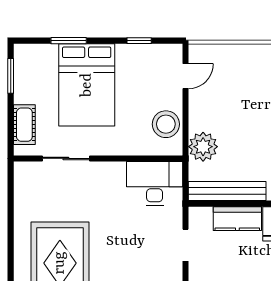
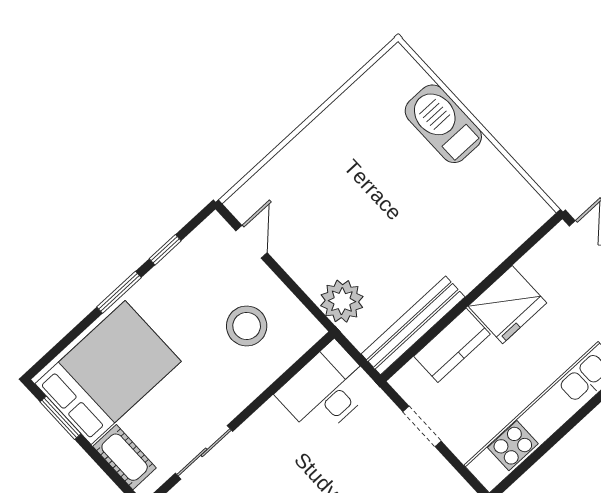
window: (69, 41) -> (119, 292), moved
bed: (87, 85) -> (108, 373), moved, turned -90
stool: (166, 124) -> (247, 326), moved

